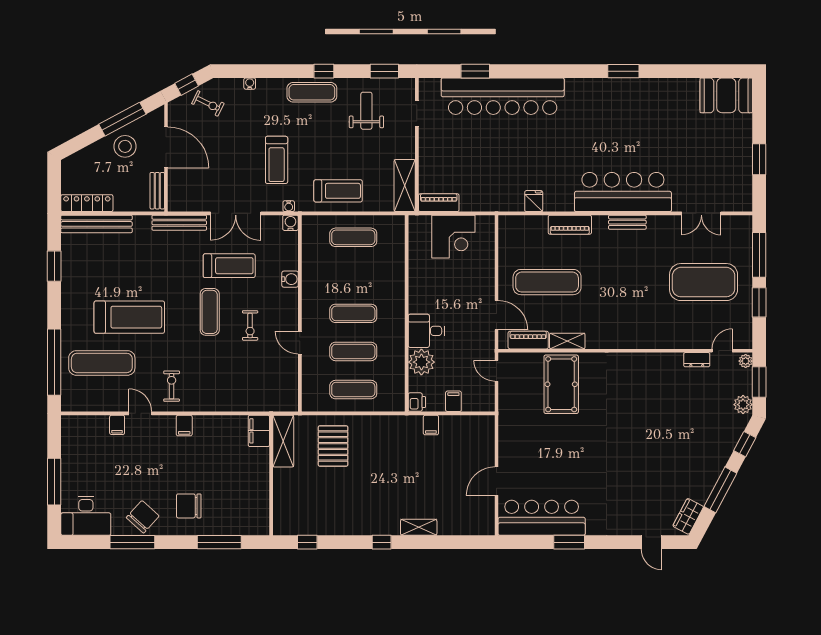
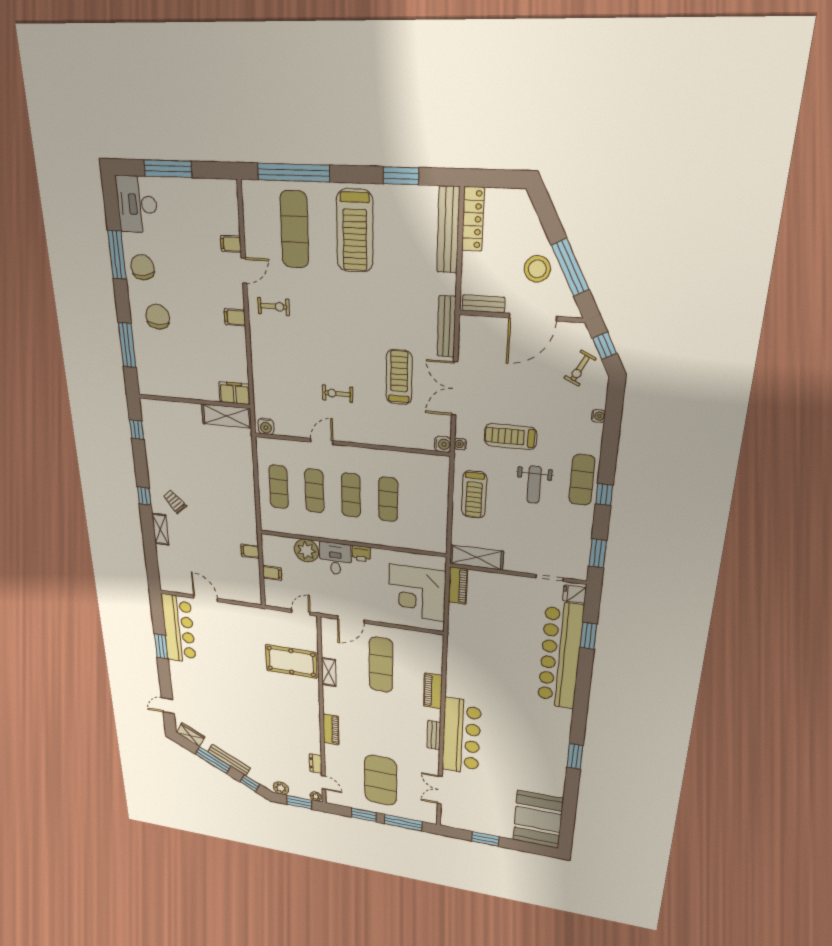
booth: (726, 95) -> (538, 819), width x1.36, depth x1.42
weight bench: (366, 111) -> (534, 485), moved, turned 90
fridge: (534, 201) -> (574, 594), moved, turned 180
exercise mat: (353, 237) -> (388, 499), moved
corner desk: (453, 237) -> (417, 593), width x1.36, depth x1.36
treadmill: (229, 266) -> (399, 377), turned 180
water cooler: (290, 279) -> (266, 426), moved
exercise mat: (210, 312) -> (351, 353), removed
treadmill: (129, 317) -> (355, 231), moved
piano: (528, 340) -> (331, 729), moved
printer: (417, 402) -> (361, 554), moved
pallet: (333, 446) -> (225, 462), removed
bench: (715, 469) -> (229, 760), added
trolley: (384, 507) -> (175, 501), added
chair: (143, 517) -> (142, 267), turned -140

